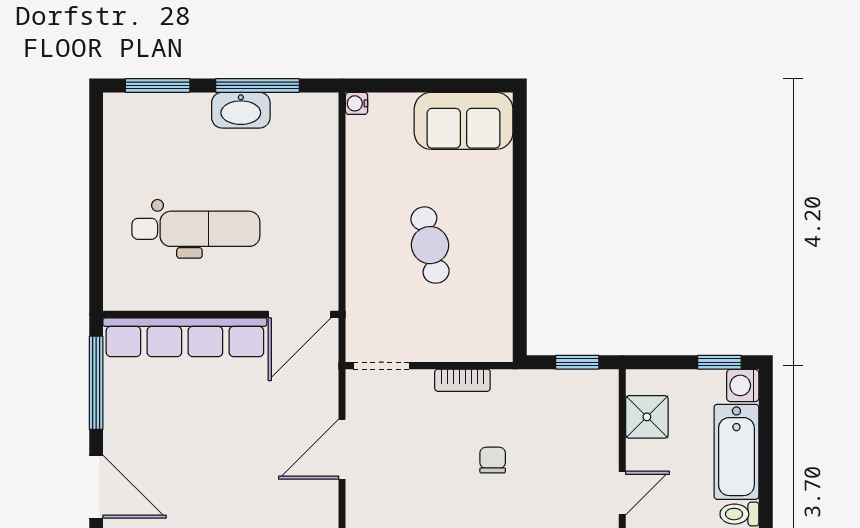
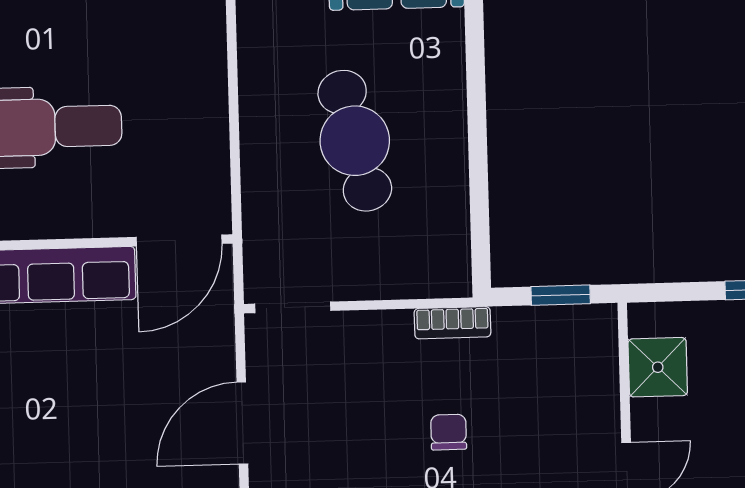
cafe table: (430, 245) -> (355, 141), width x1.37, depth x1.35
bookcase: (462, 380) -> (452, 323), moved

